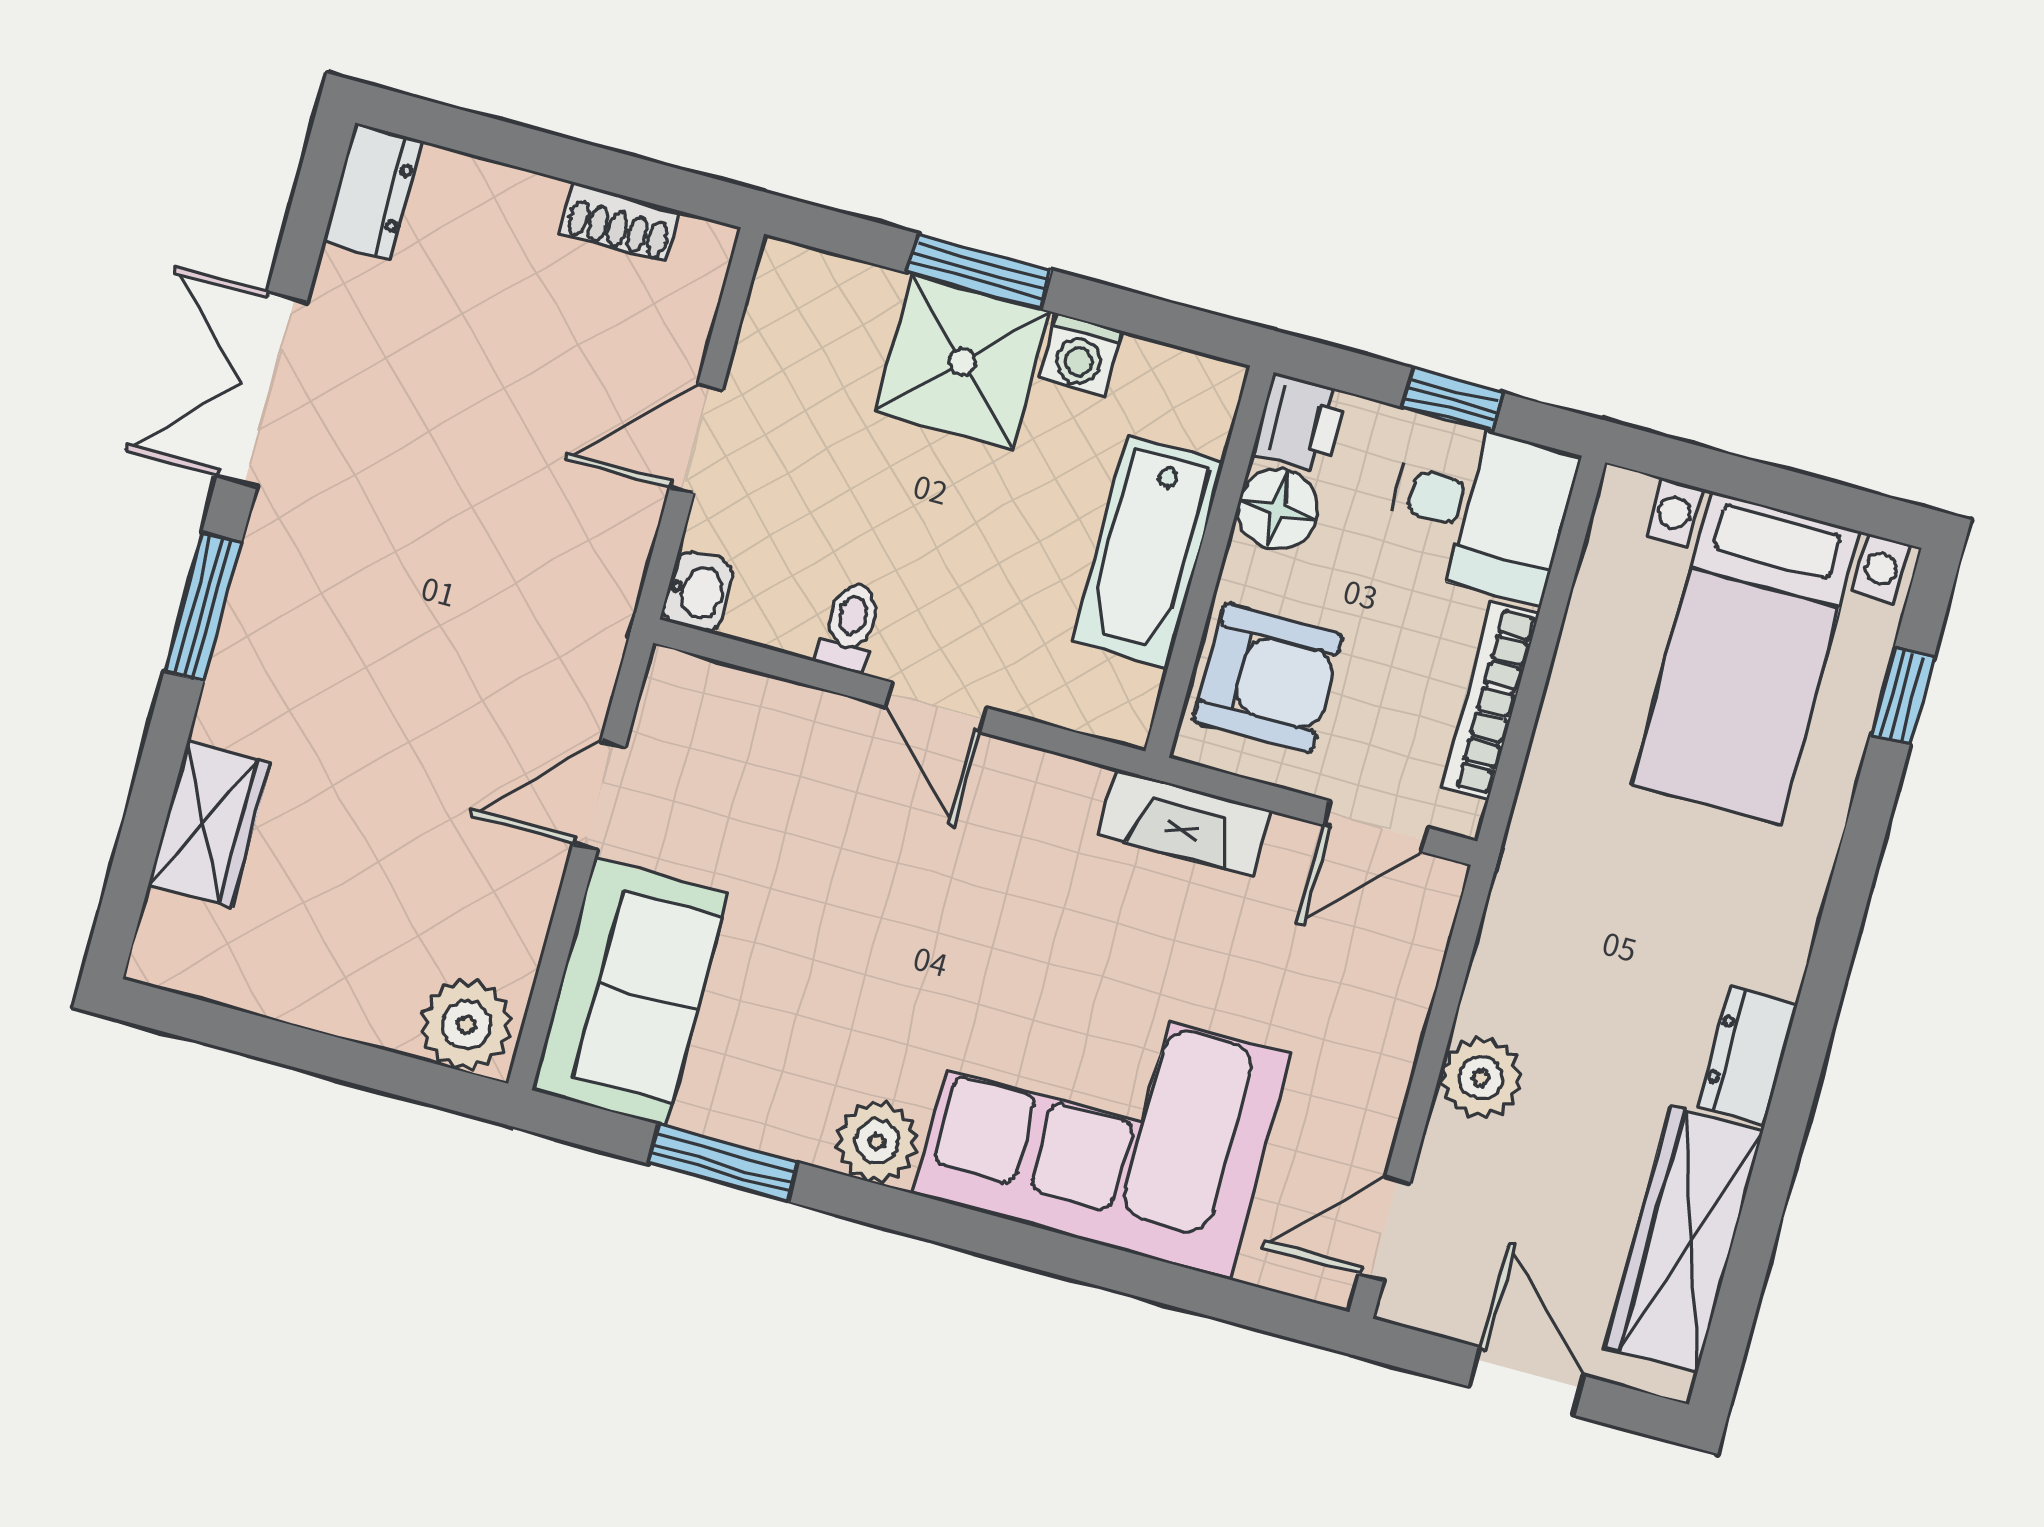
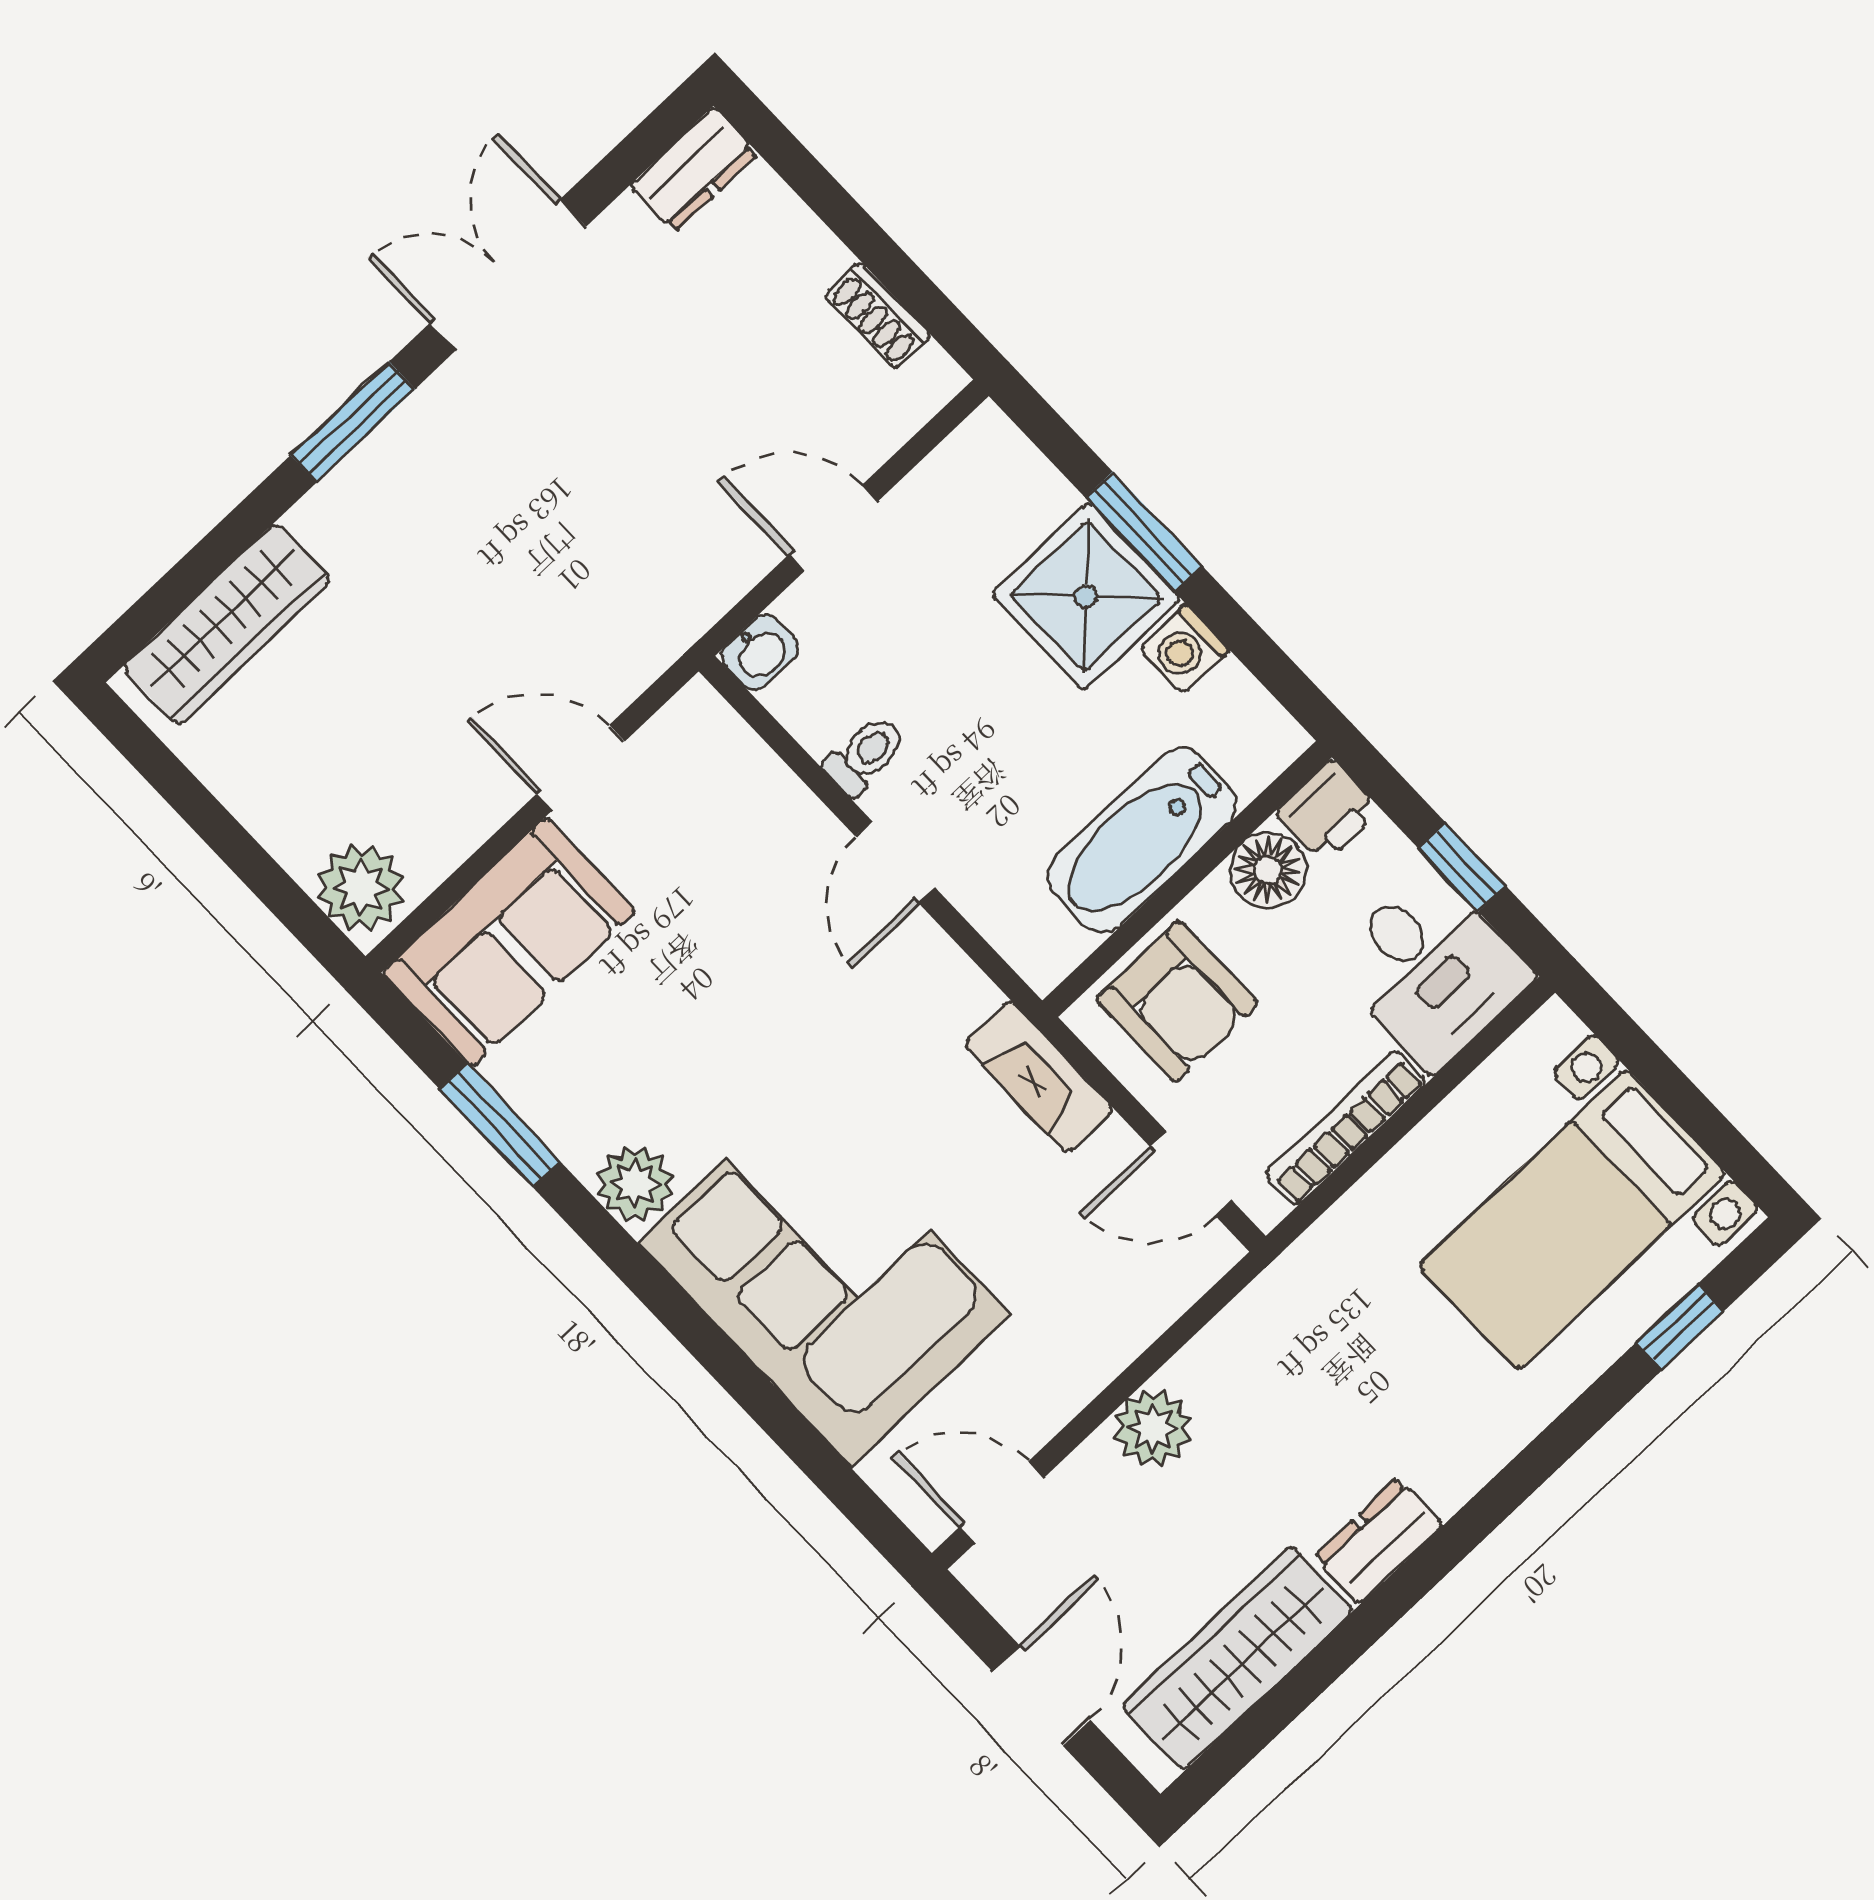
wardrobe: (210, 824) -> (227, 624), width x1.50

